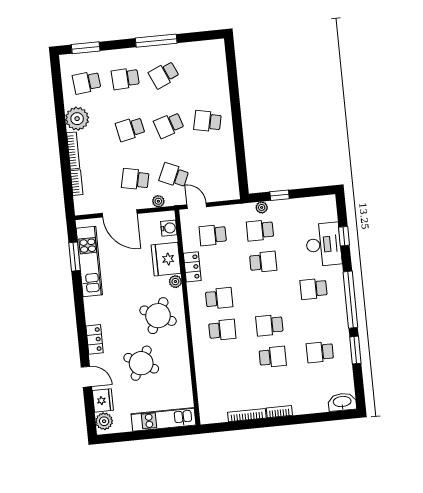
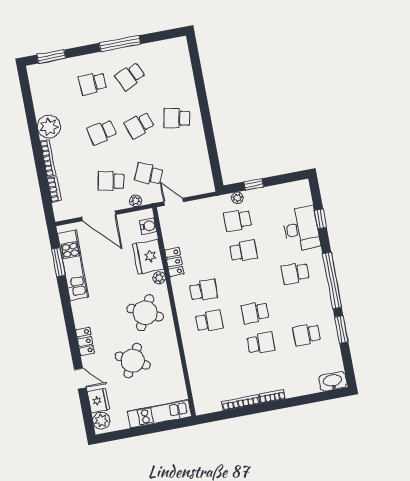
school desk: (87, 82) -> (55, 90), removed
school desk: (213, 235) -> (192, 229), removed

